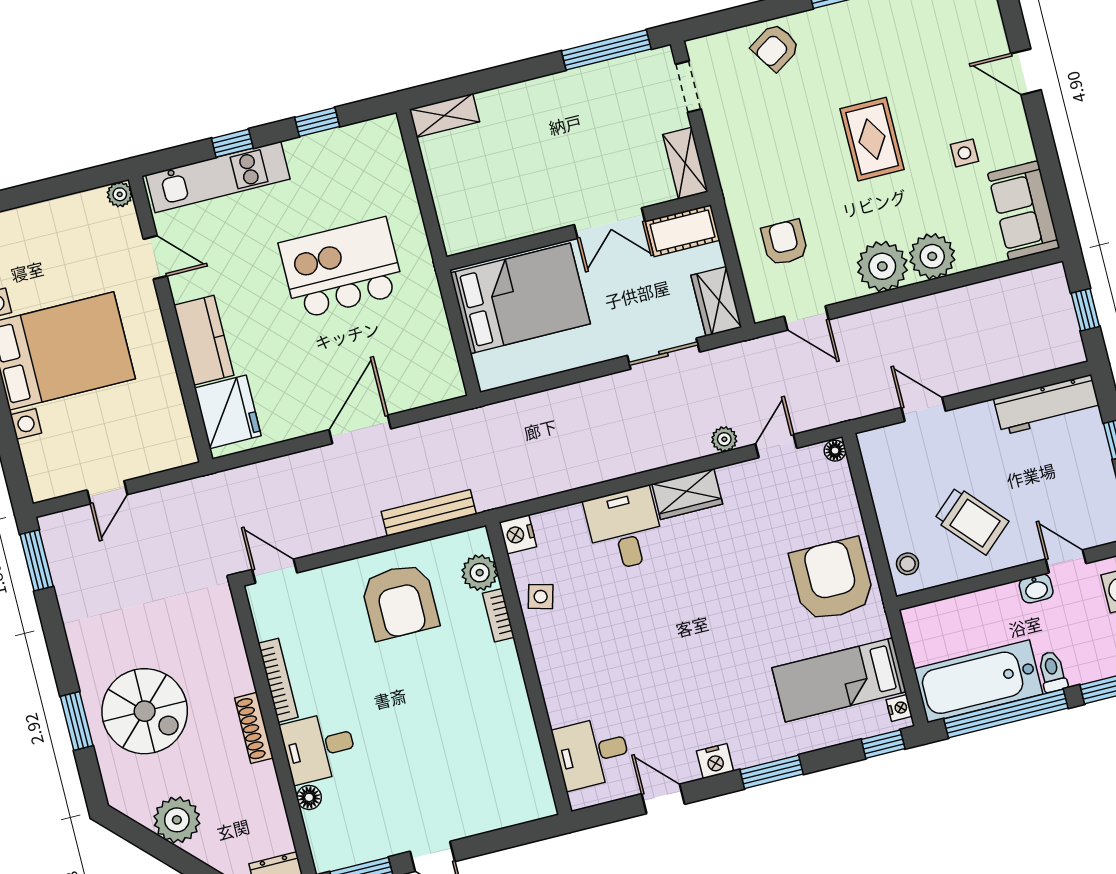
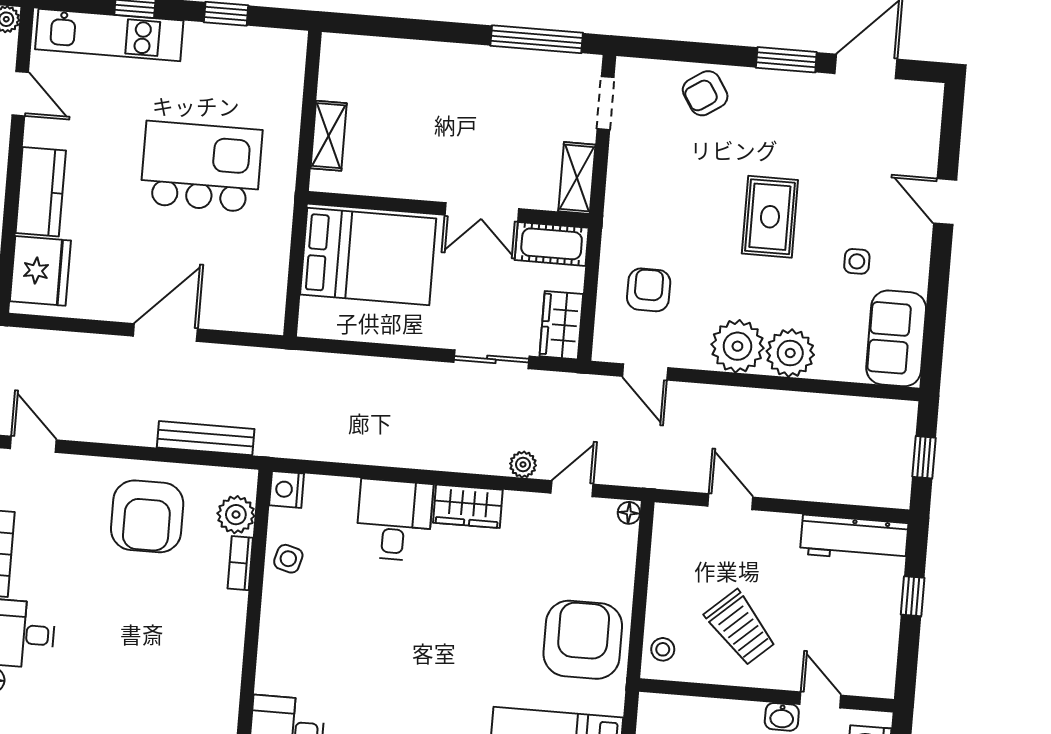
shelving: (445, 115) -> (329, 136), moved, turned 90

